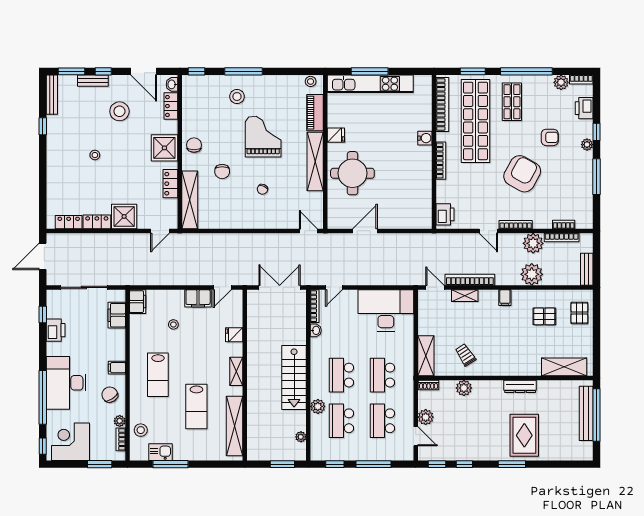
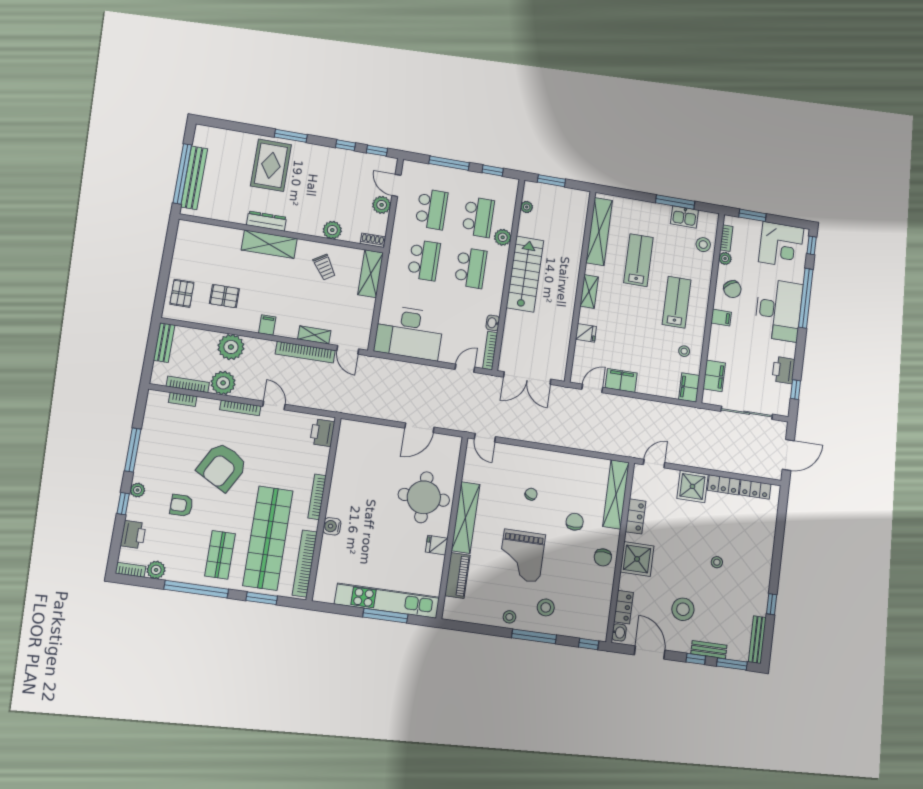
stool: (311, 81) -> (509, 617), moved
stool: (173, 324) -> (684, 351), moved
shelving: (564, 367) -> (269, 244), moved

